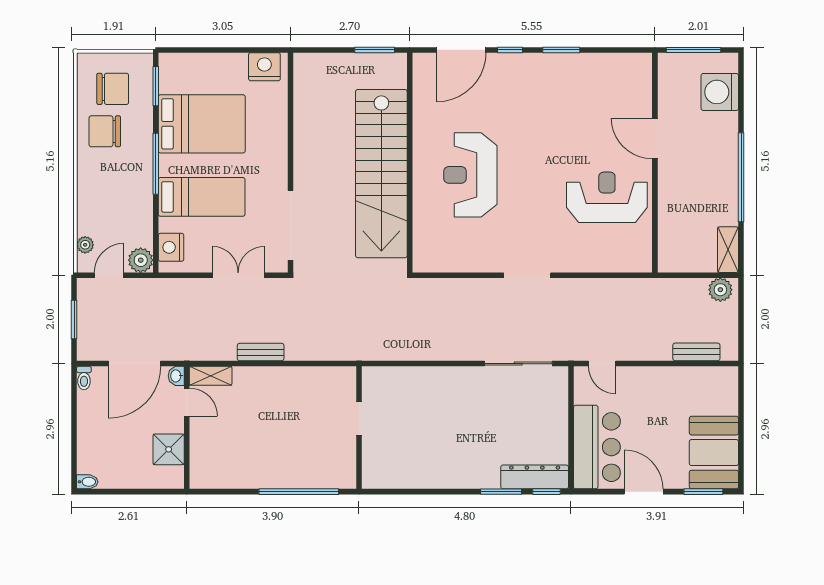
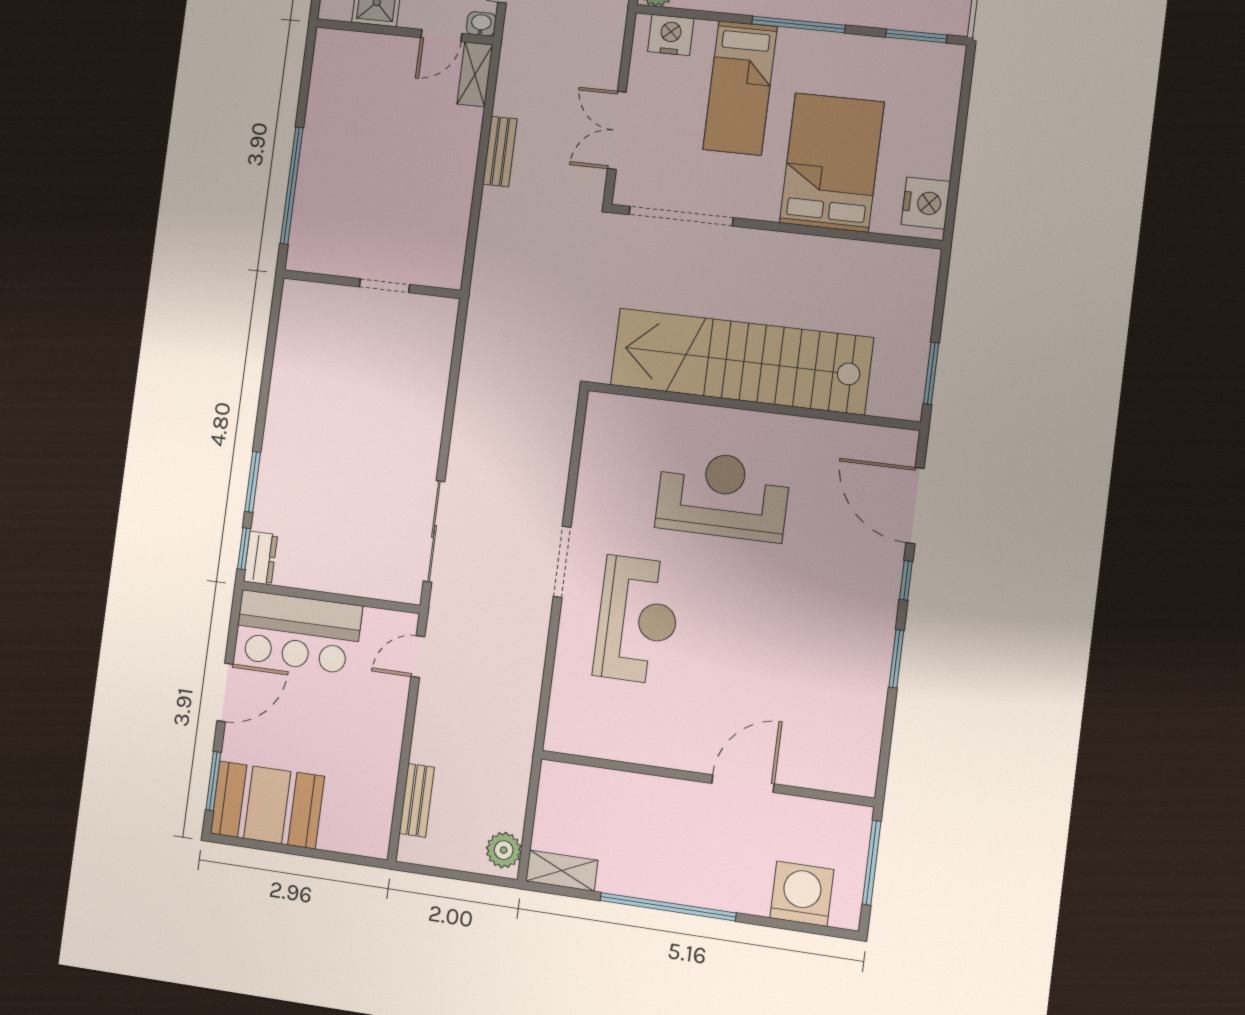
bed: (202, 124) -> (832, 163), moved, turned 180
reception desk: (607, 197) -> (637, 620), moved
double door: (238, 275) -> (617, 130), swing flipped
dresser: (535, 477) -> (261, 558), width x0.51, depth x0.80

